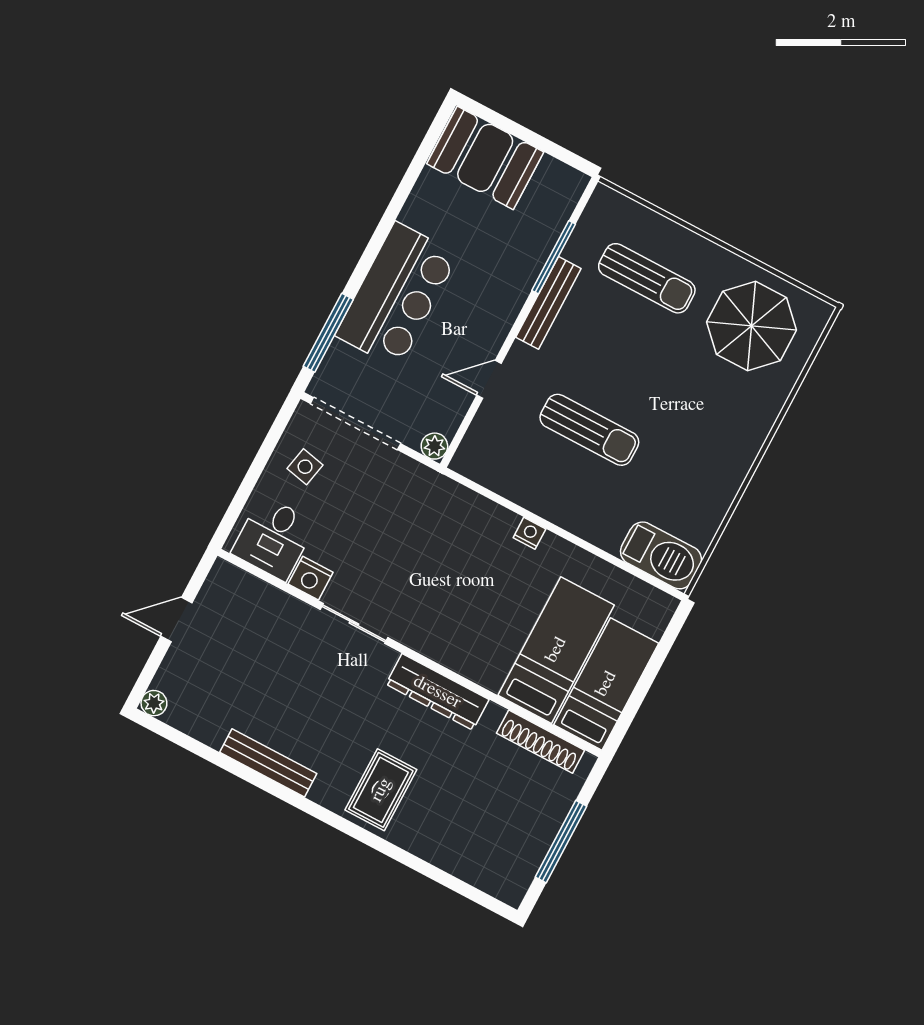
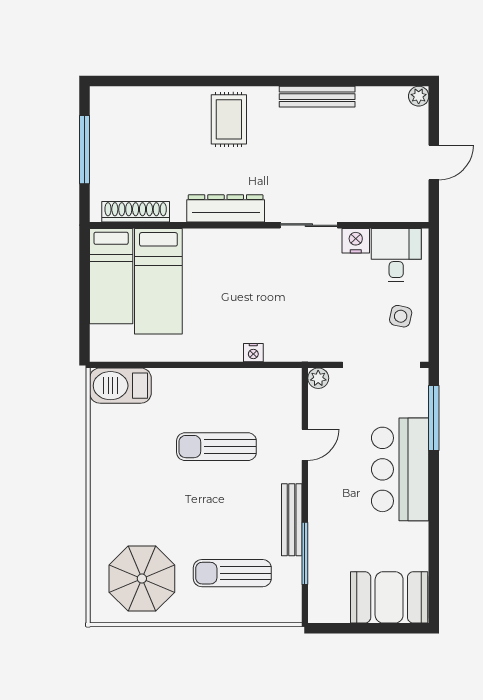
nightstand: (529, 533) -> (253, 353), moved

